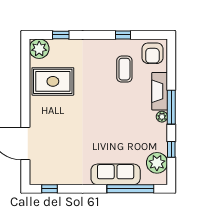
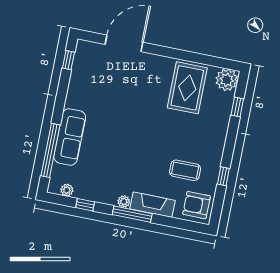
plant: (157, 163) -> (67, 190), width x0.53, depth x0.53

